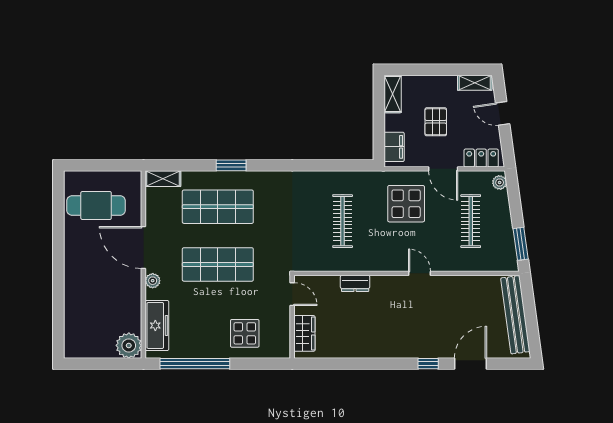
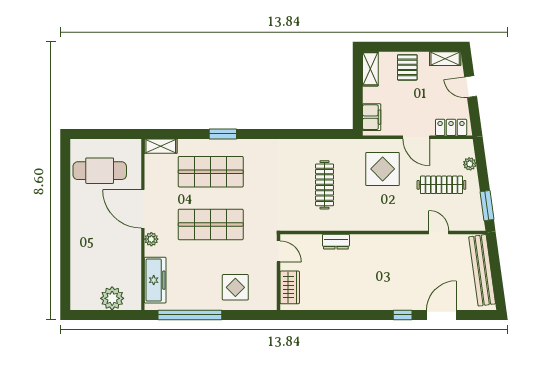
pallet: (436, 122) -> (407, 67), moved
plant: (500, 182) -> (470, 164), moved
clothes rail: (471, 221) -> (441, 185), turned 90
door: (420, 273) -> (439, 233), moved
plant: (129, 345) -> (112, 298), moved

